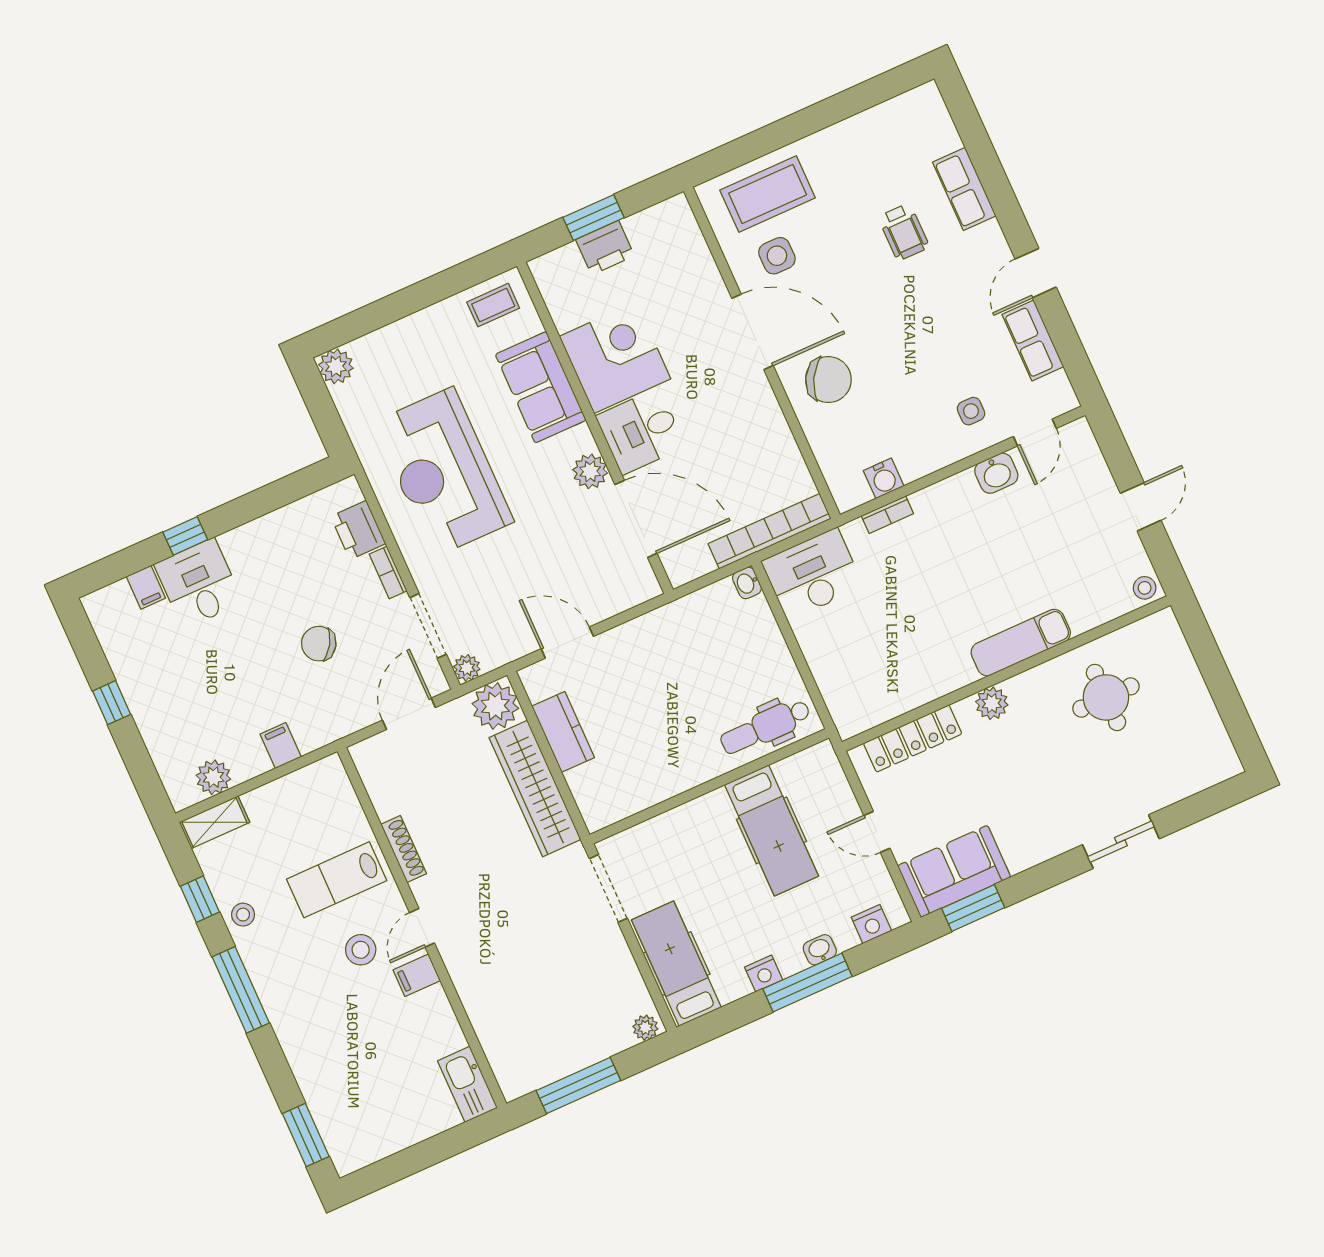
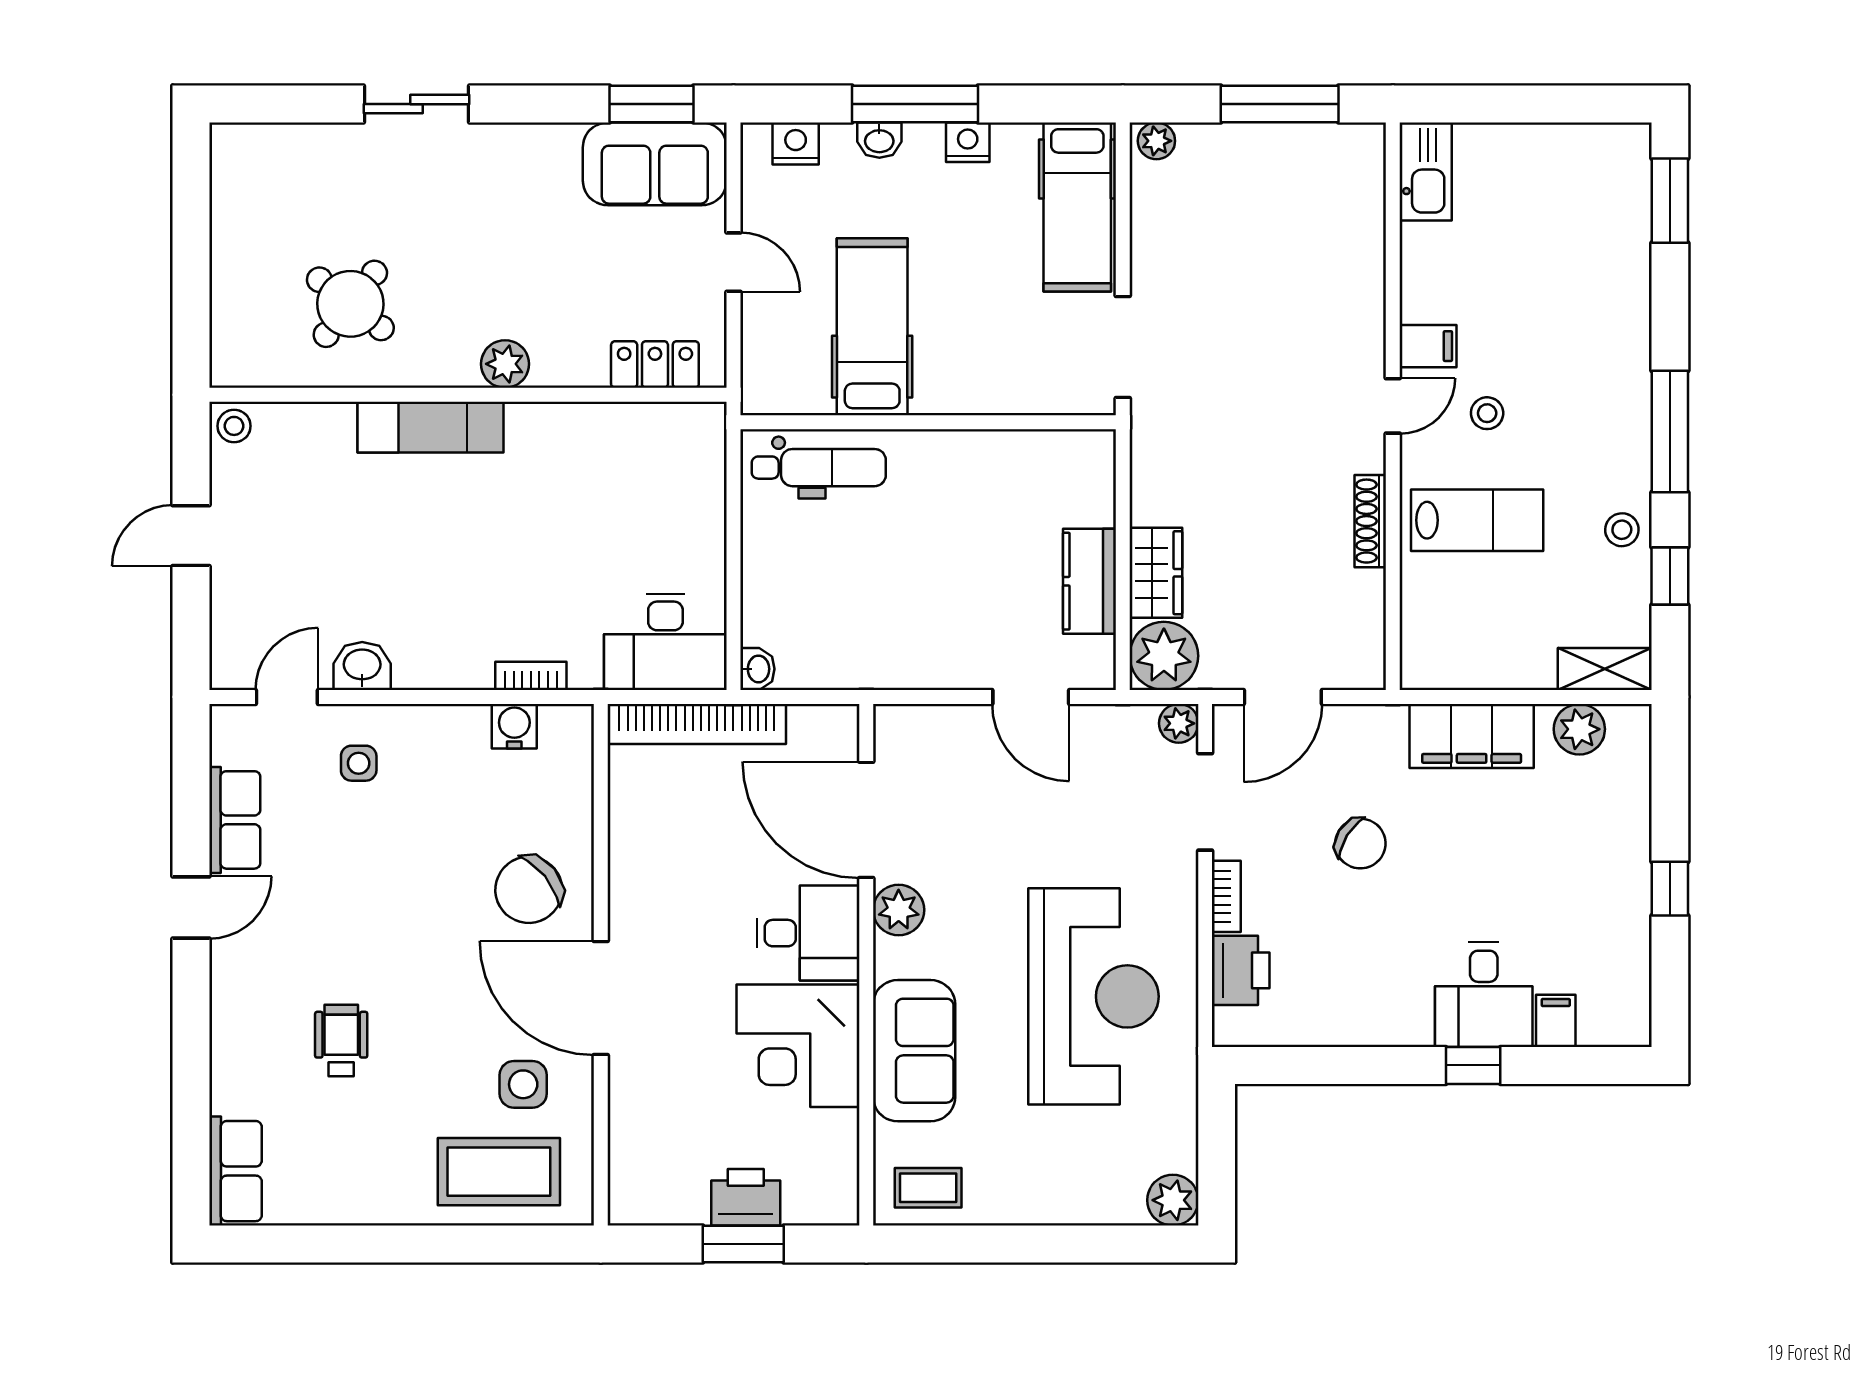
row of seats: (964, 189) -> (235, 1171), moved
chair: (828, 380) -> (529, 890), turned -68
round table: (1106, 697) -> (350, 304), turned 38
locker: (913, 738) -> (655, 365), width x0.66
filing cabinet: (281, 745) -> (1472, 736), width x3.00, depth x1.17
wardrobe: (535, 788) -> (1156, 573), width x0.48, depth x0.85
stool: (361, 950) -> (1487, 413), width x0.73, depth x0.73

